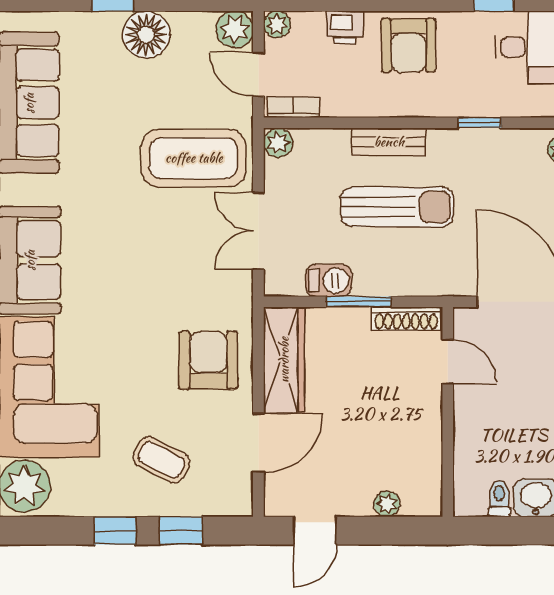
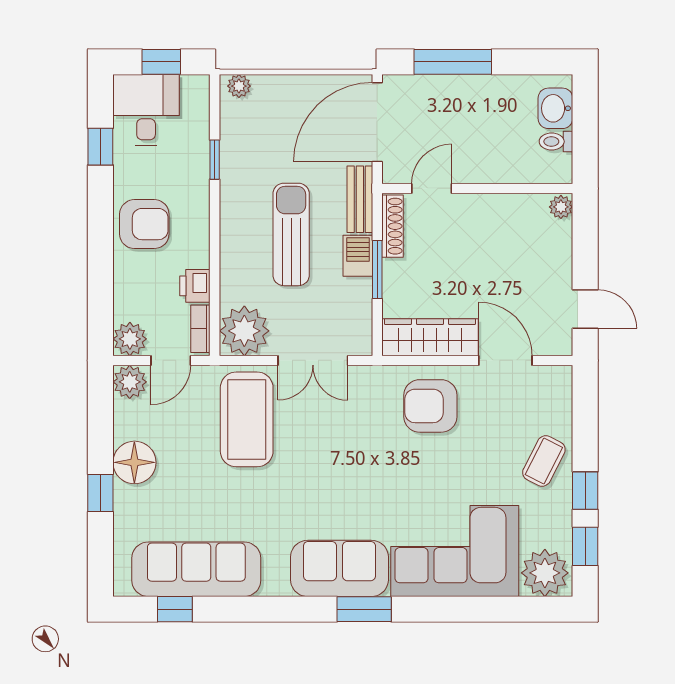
plant: (277, 24) -> (130, 339), width x1.38, depth x1.38
printer: (345, 28) -> (195, 286), moved, turned 180
bench: (389, 142) -> (360, 199), moved
plant: (278, 143) -> (244, 331), width x1.87, depth x1.87
barbecue: (329, 280) -> (358, 256), moved
coffee table: (161, 460) -> (544, 461), moved
plant: (387, 504) -> (561, 207), moved
window: (181, 531) -> (585, 546), moved

